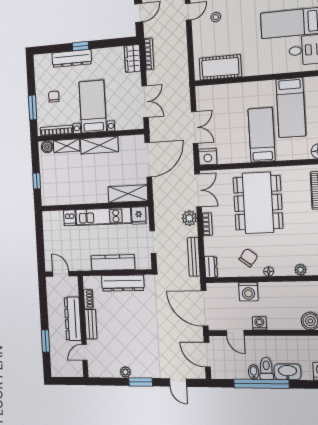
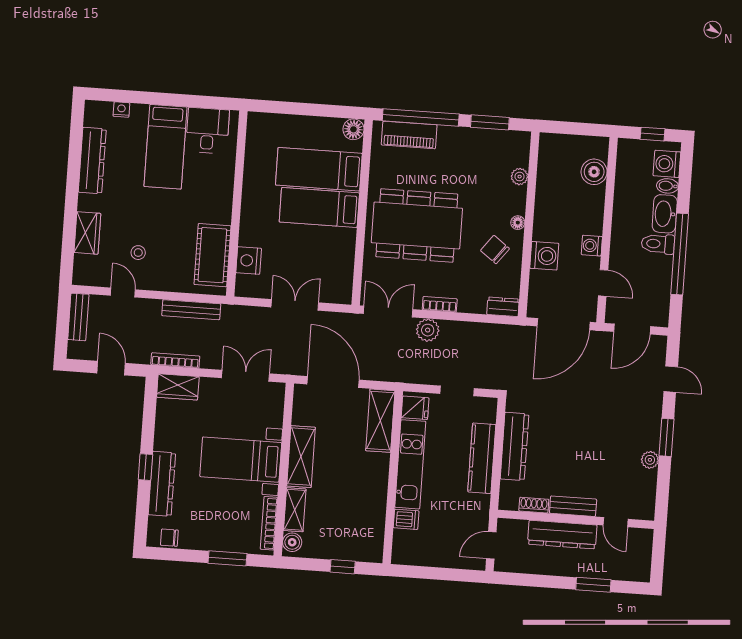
chair: (54, 97) -> (169, 538), moved
bed: (291, 108) -> (319, 169), moved, turned 180
nightstand: (208, 157) -> (249, 261), moved, turned 180
bench: (194, 257) -> (191, 310), moved
door: (235, 333) -> (603, 283), hinge flipped
bidet: (254, 372) -> (667, 186), moved
door: (178, 383) -> (671, 379), hinge flipped

